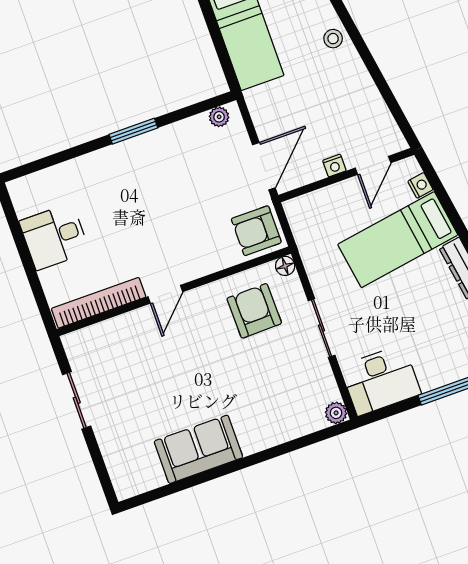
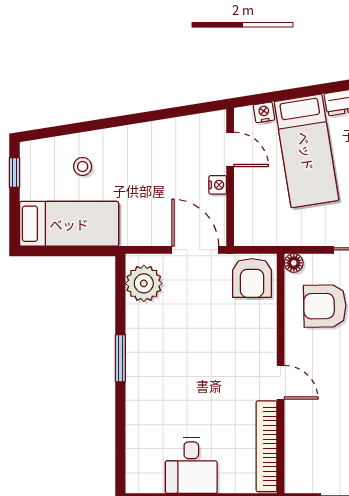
stool: (333, 39) -> (83, 166), moved
plant: (219, 117) -> (144, 283), width x1.87, depth x1.87

